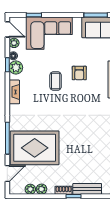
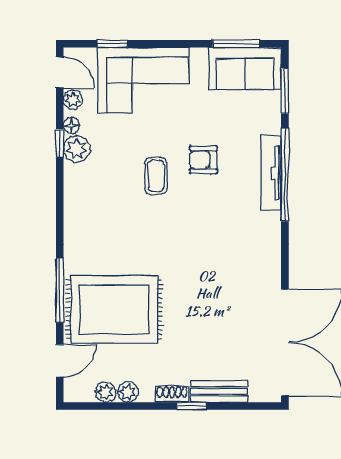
armchair: (79, 73) -> (203, 160), turned 90
fireplace: (14, 92) -> (74, 198), removed

